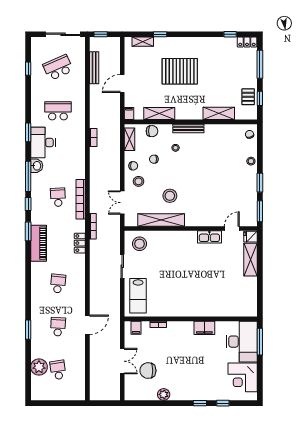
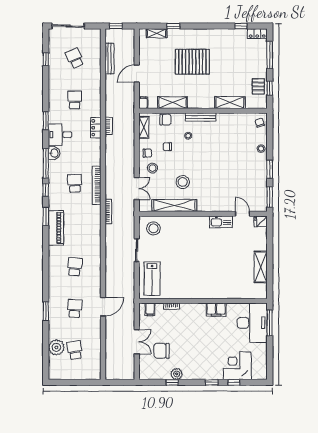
sliding door: (63, 34) -> (68, 26), moved
school desk: (58, 68) -> (75, 58), width x0.54
school desk: (58, 111) -> (75, 100), width x0.54
desk: (43, 143) -> (60, 135), width x0.73
double door: (122, 203) -> (137, 189), swing flipped
door: (232, 229) -> (243, 214), hinge flipped
locker: (80, 243) -> (96, 128), moved
shelving: (251, 260) -> (261, 267), moved
corner desk: (243, 377) -> (237, 366), moved, turned 90
window: (159, 403) -> (172, 382), added

